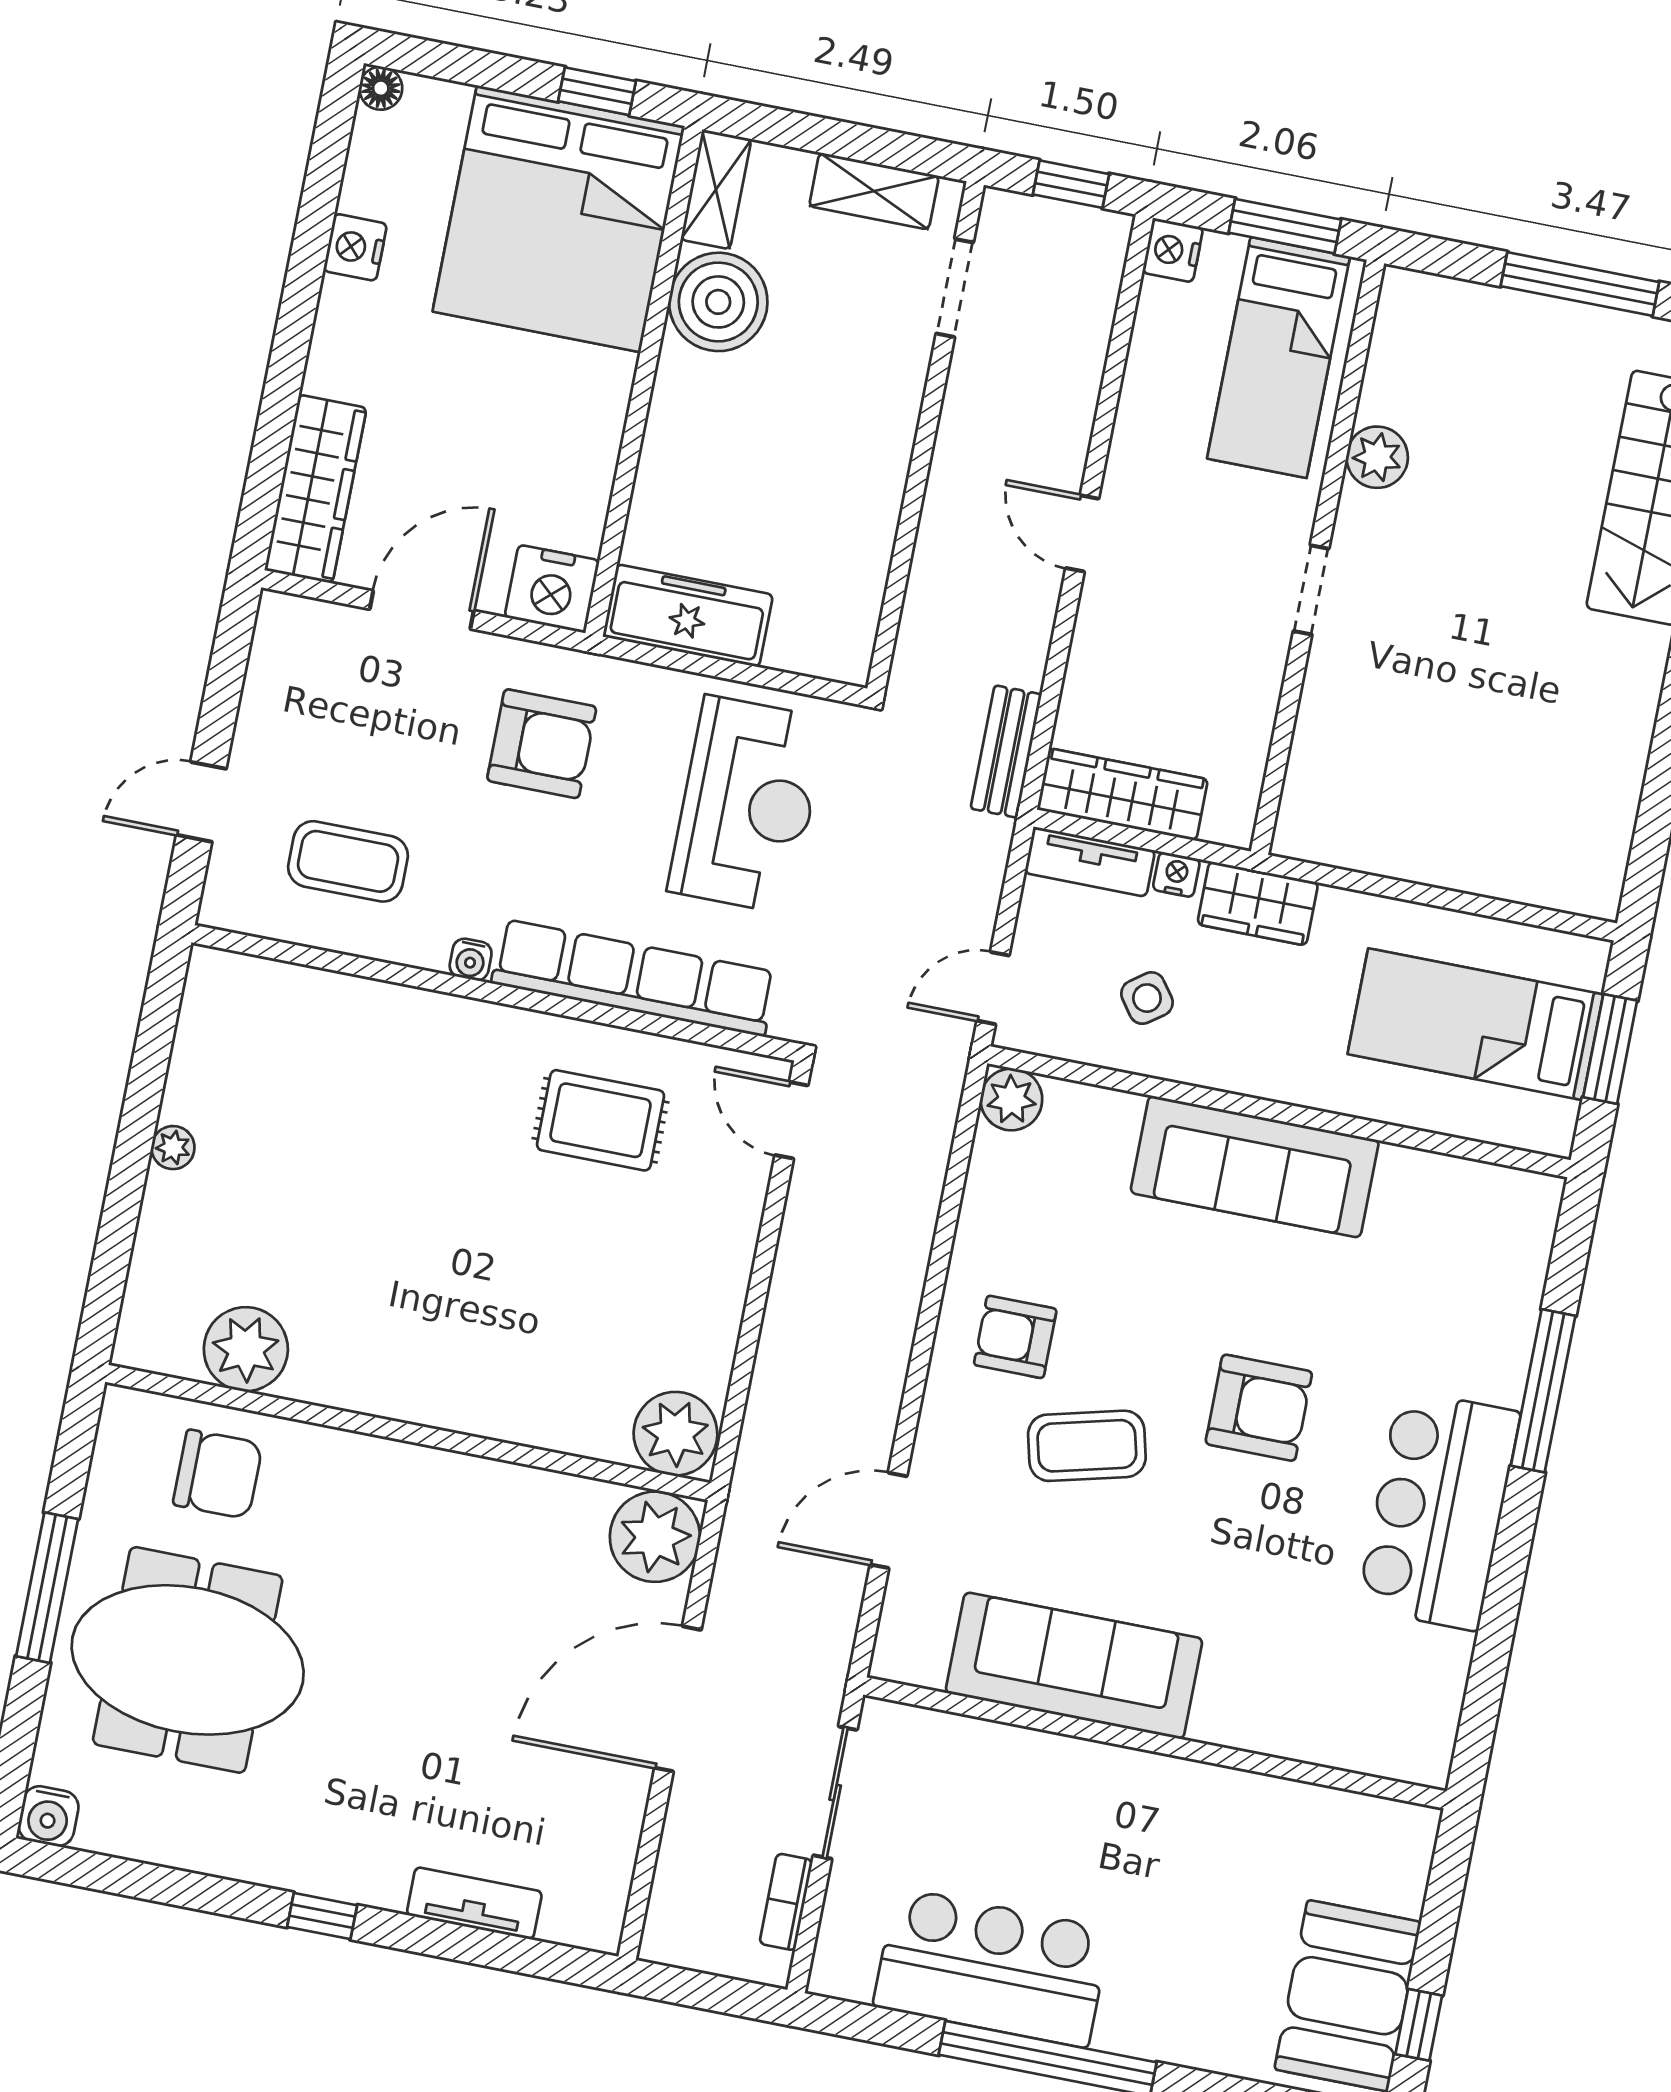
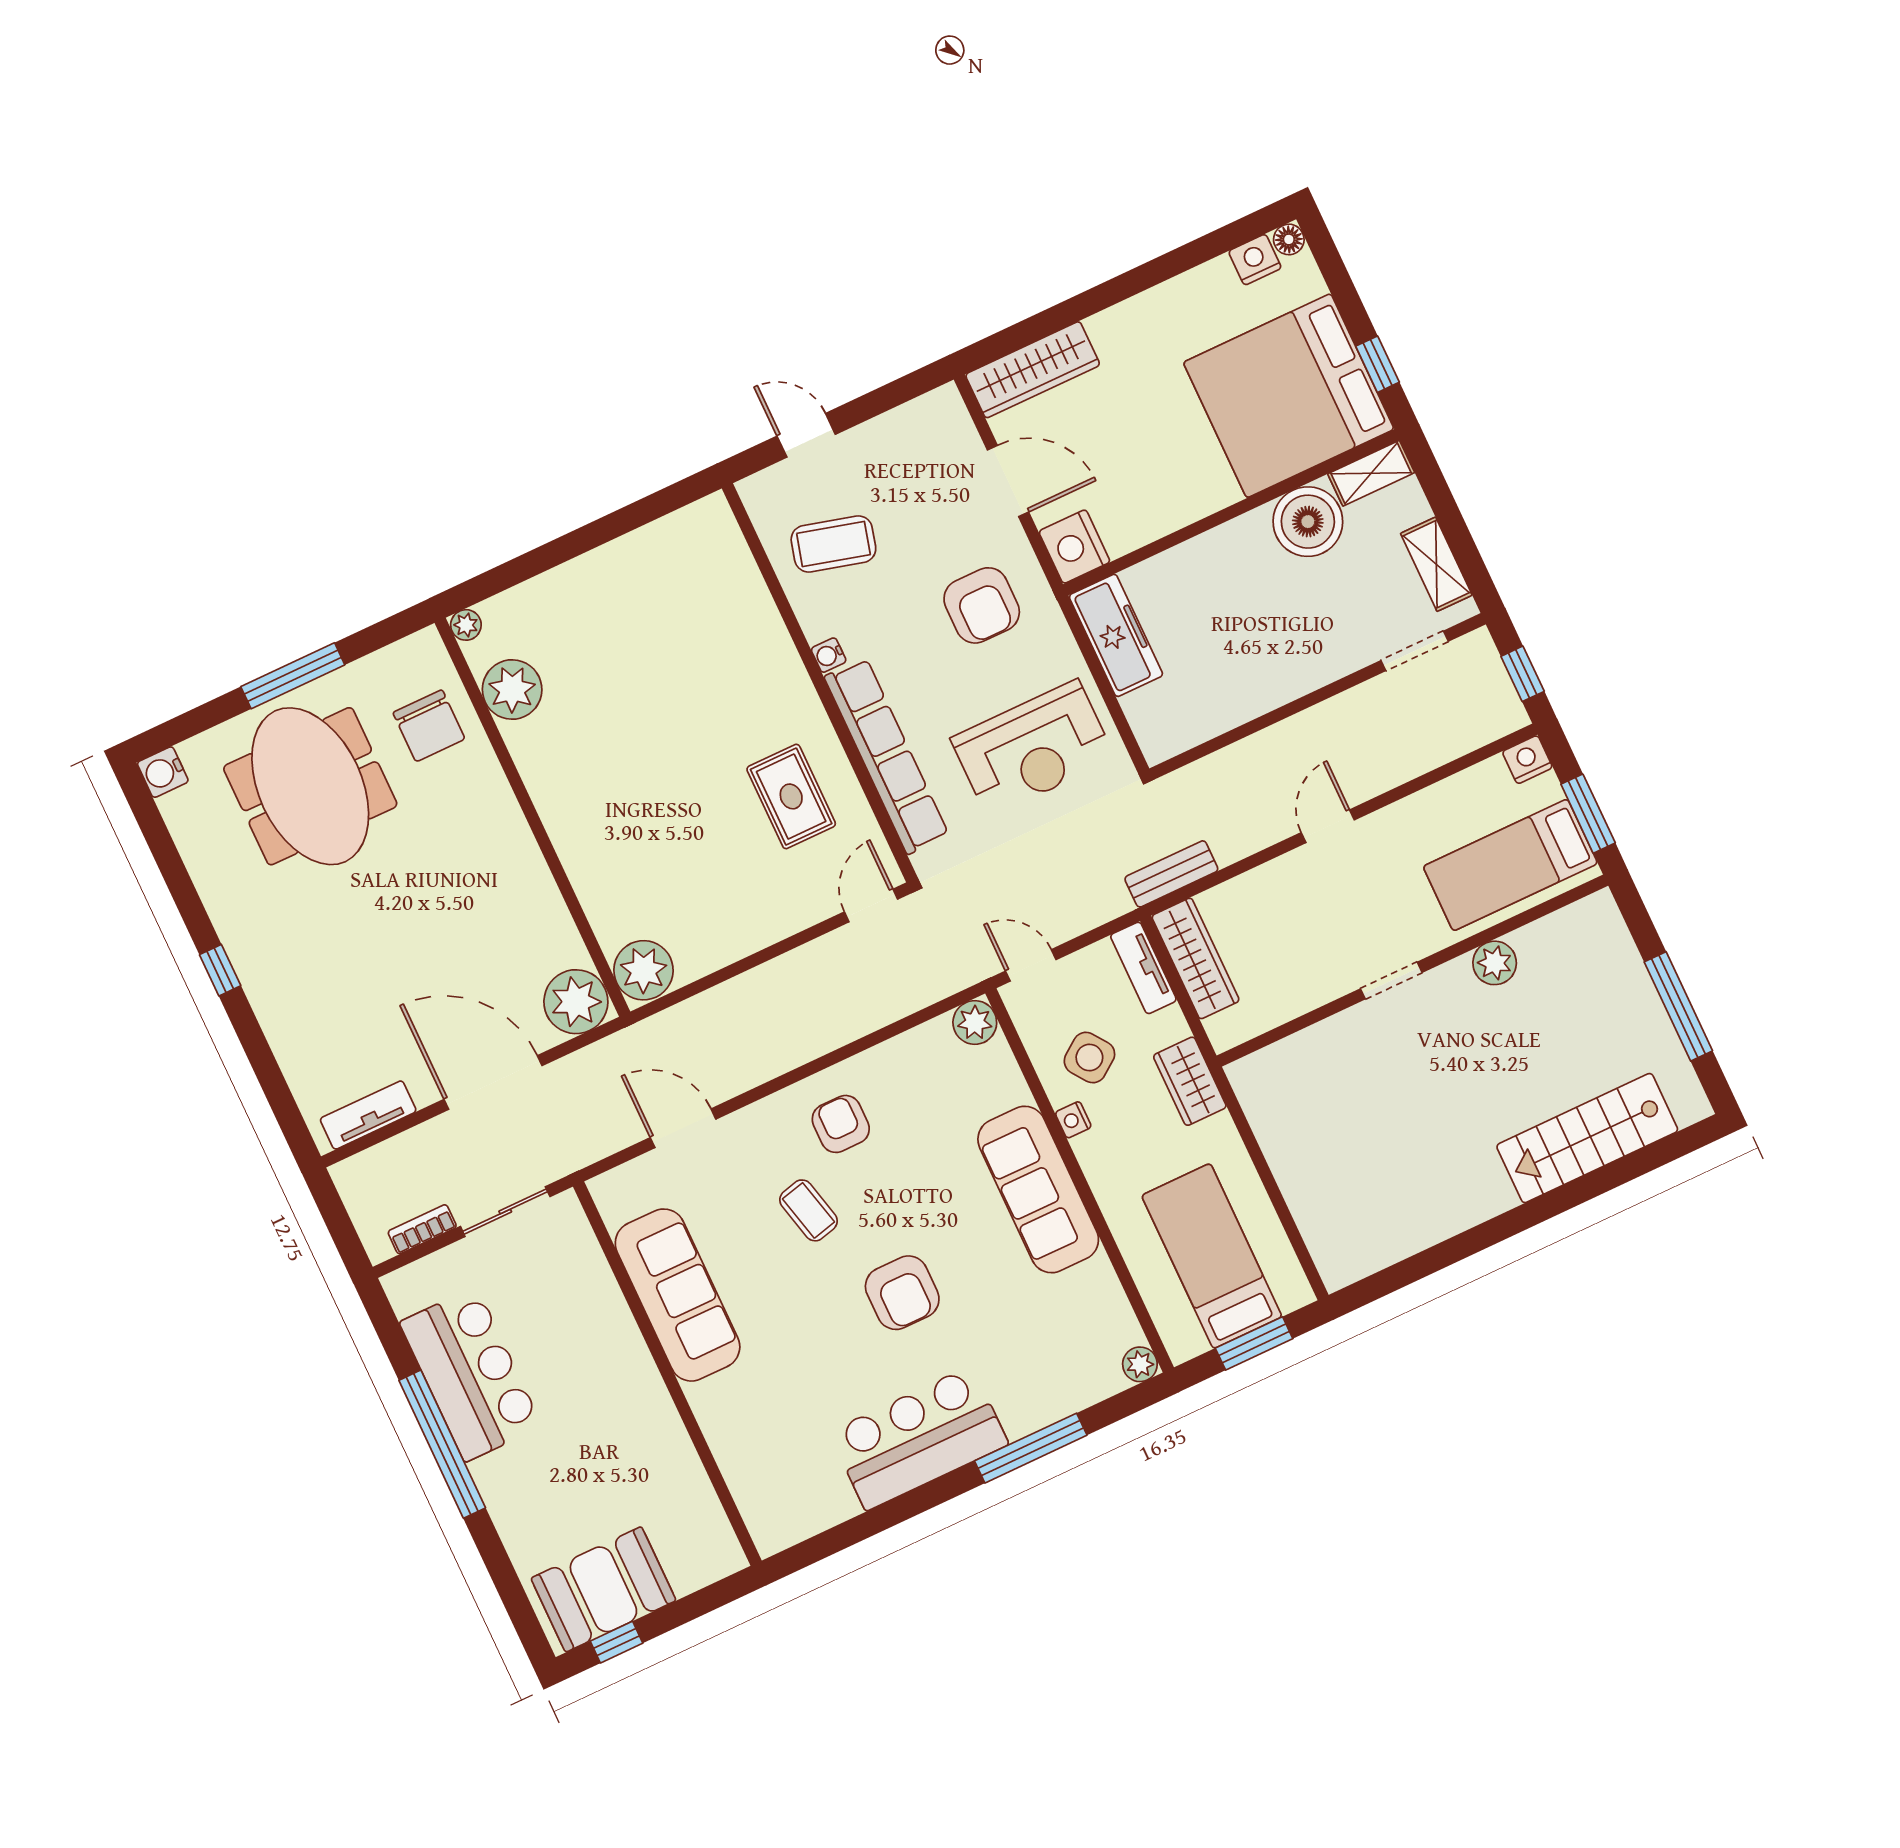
nightstand: (355, 247) -> (1255, 260), moved
coffee table: (348, 861) -> (833, 544), turned -75
nightstand: (1176, 874) -> (1073, 1120), moved, turned 180
side table: (1147, 998) -> (1089, 1058), width x1.37, depth x1.37
plant: (173, 1148) -> (466, 625), moved
plant: (1539, 1196) -> (1140, 1364), added
coffee table: (1087, 1446) -> (809, 1210), width x0.73, depth x0.77
tv unit: (474, 1903) -> (368, 1115), moved, turned -90

